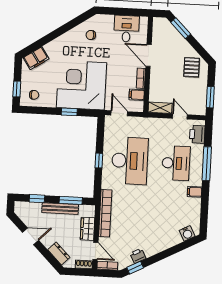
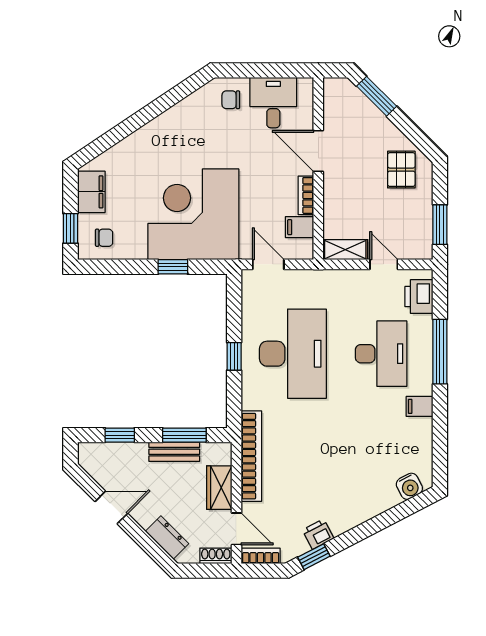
chair: (91, 35) -> (231, 100), moved
filing cabinet: (36, 58) -> (91, 192), moved, turned -56
bench: (60, 209) -> (174, 452), width x0.73

